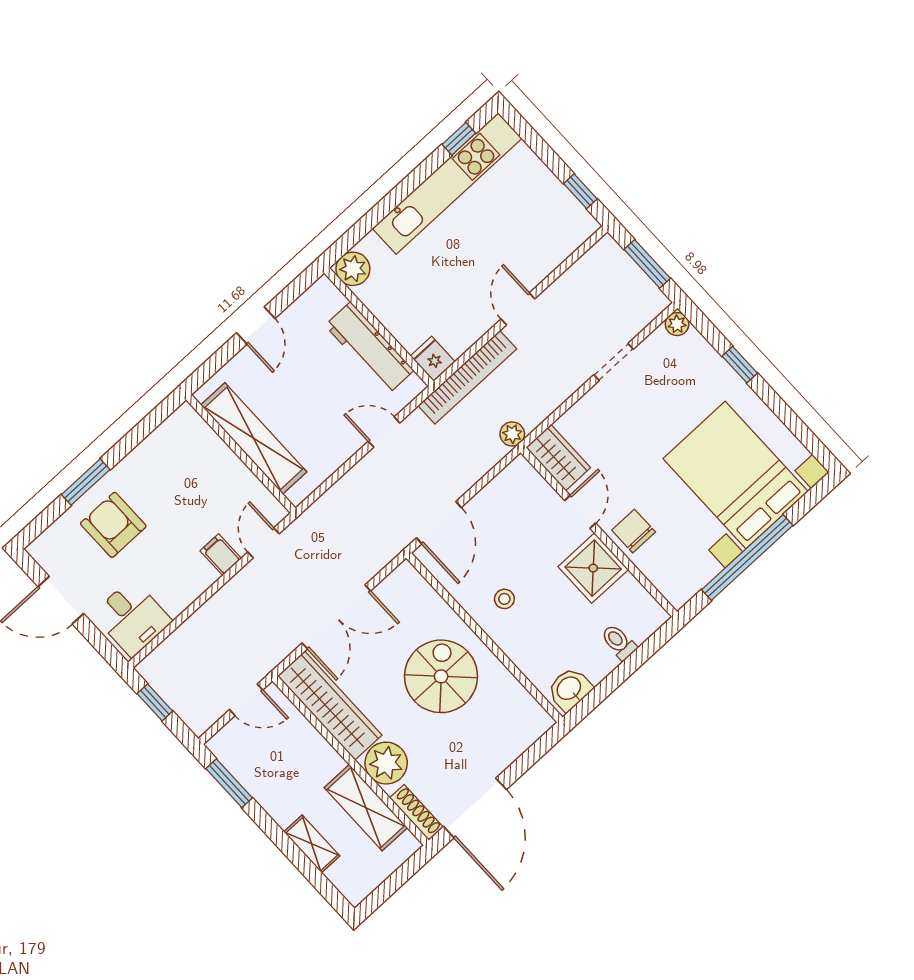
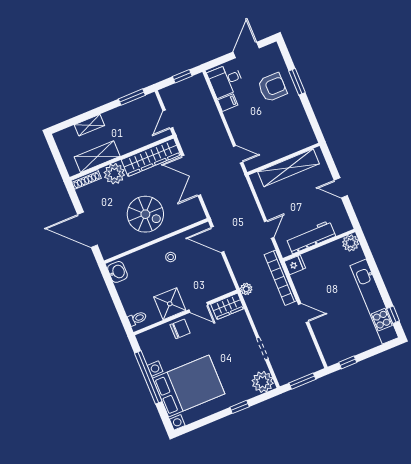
plant: (677, 324) -> (263, 382), width x1.88, depth x1.88
filing cabinet: (221, 555) -> (228, 103), moved
toilet: (619, 642) -> (137, 318), moved
door: (475, 808) -> (87, 230), moved

